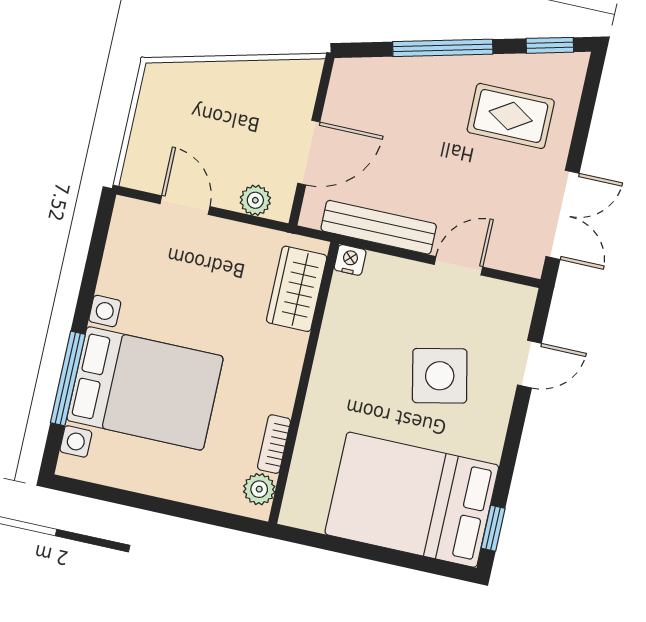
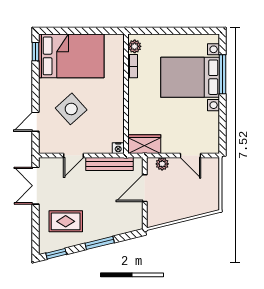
window: (443, 48) -> (100, 243), width x0.69
wardrobe: (297, 289) -> (144, 144), moved, turned -90
side table: (440, 376) -> (71, 109), turned -30

